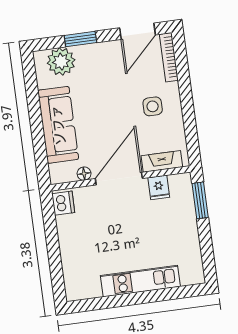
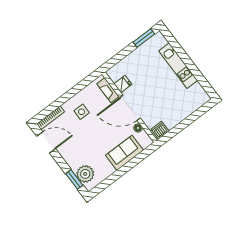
window: (80, 39) -> (74, 179), moved
sofa: (58, 125) -> (125, 153), width x0.73
window: (200, 200) -> (144, 38), moved

